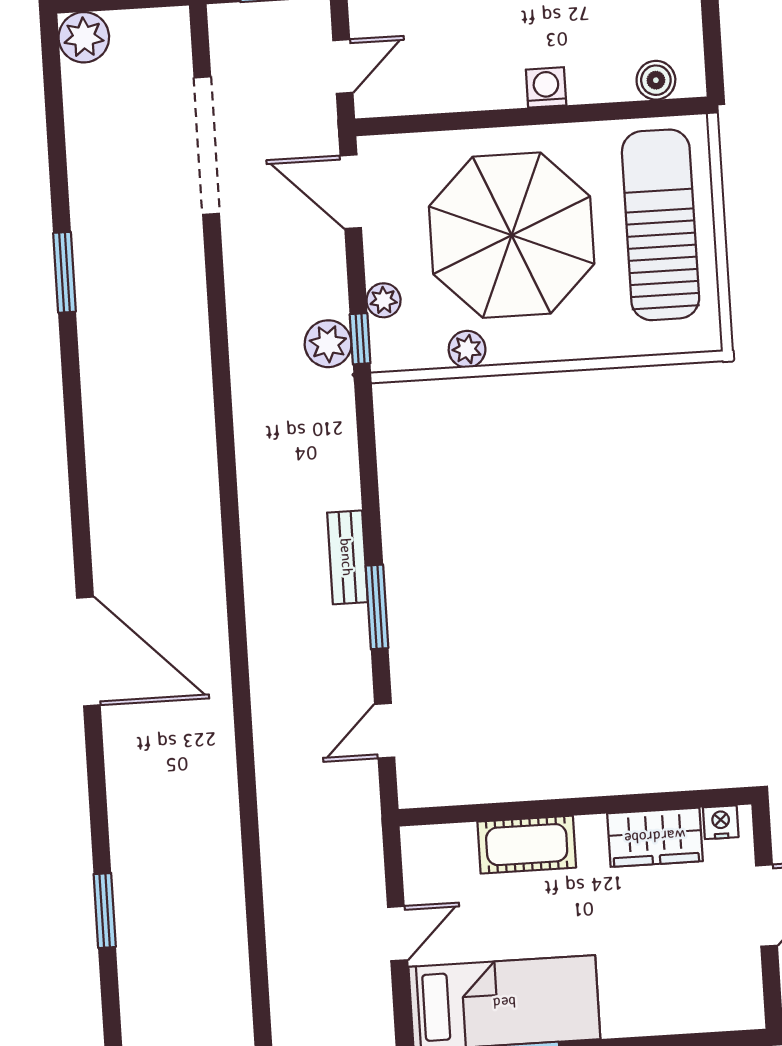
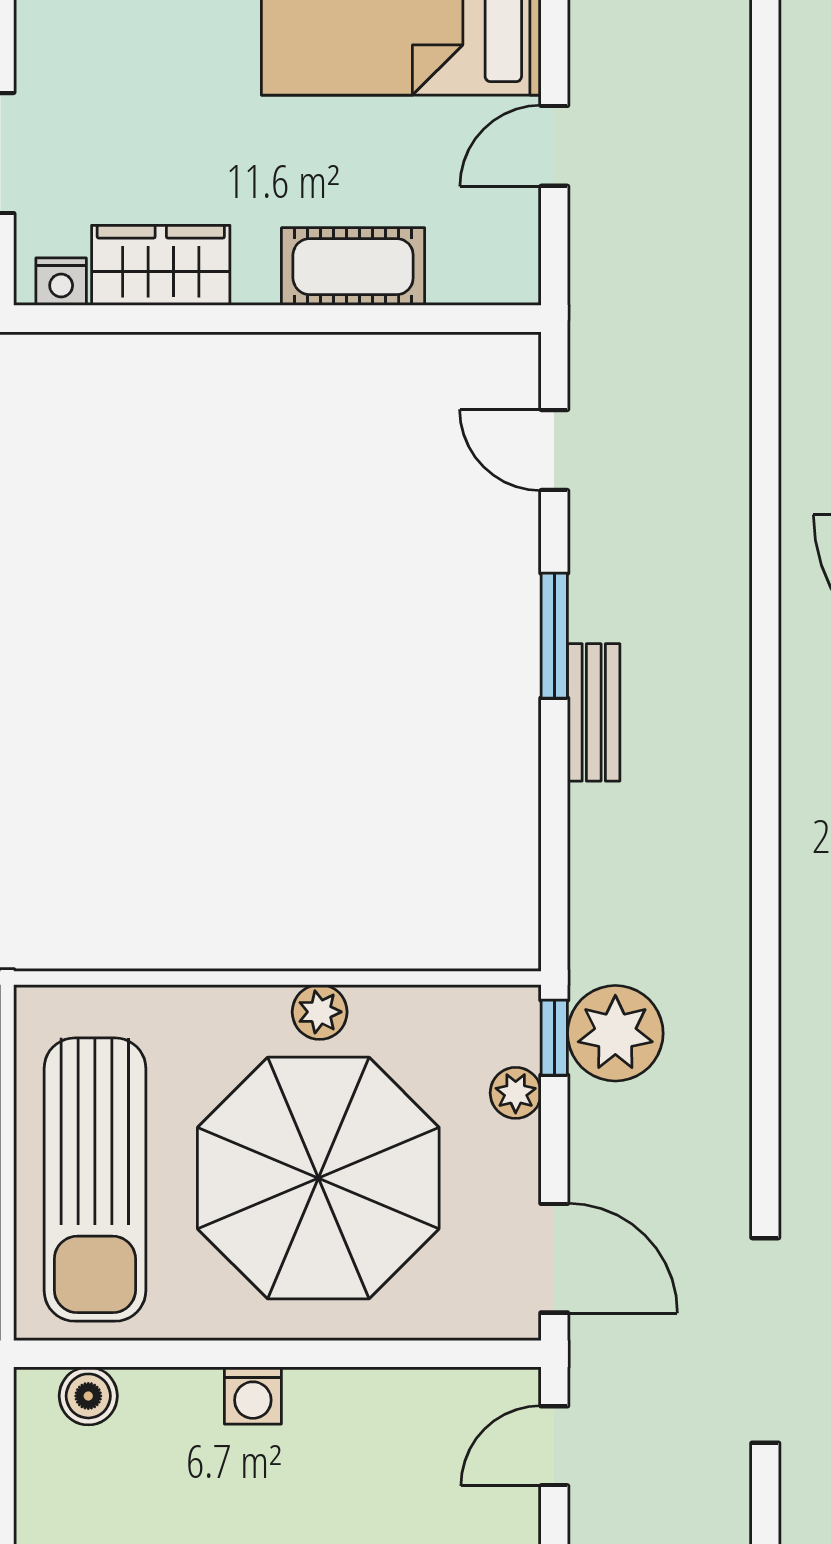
plant: (328, 344) -> (615, 1033), width x1.36, depth x1.36
plant: (467, 349) -> (320, 1012), moved
door: (385, 731) -> (554, 450), swing flipped

